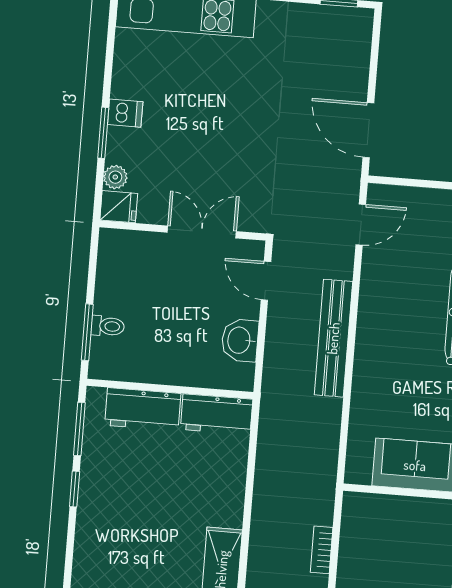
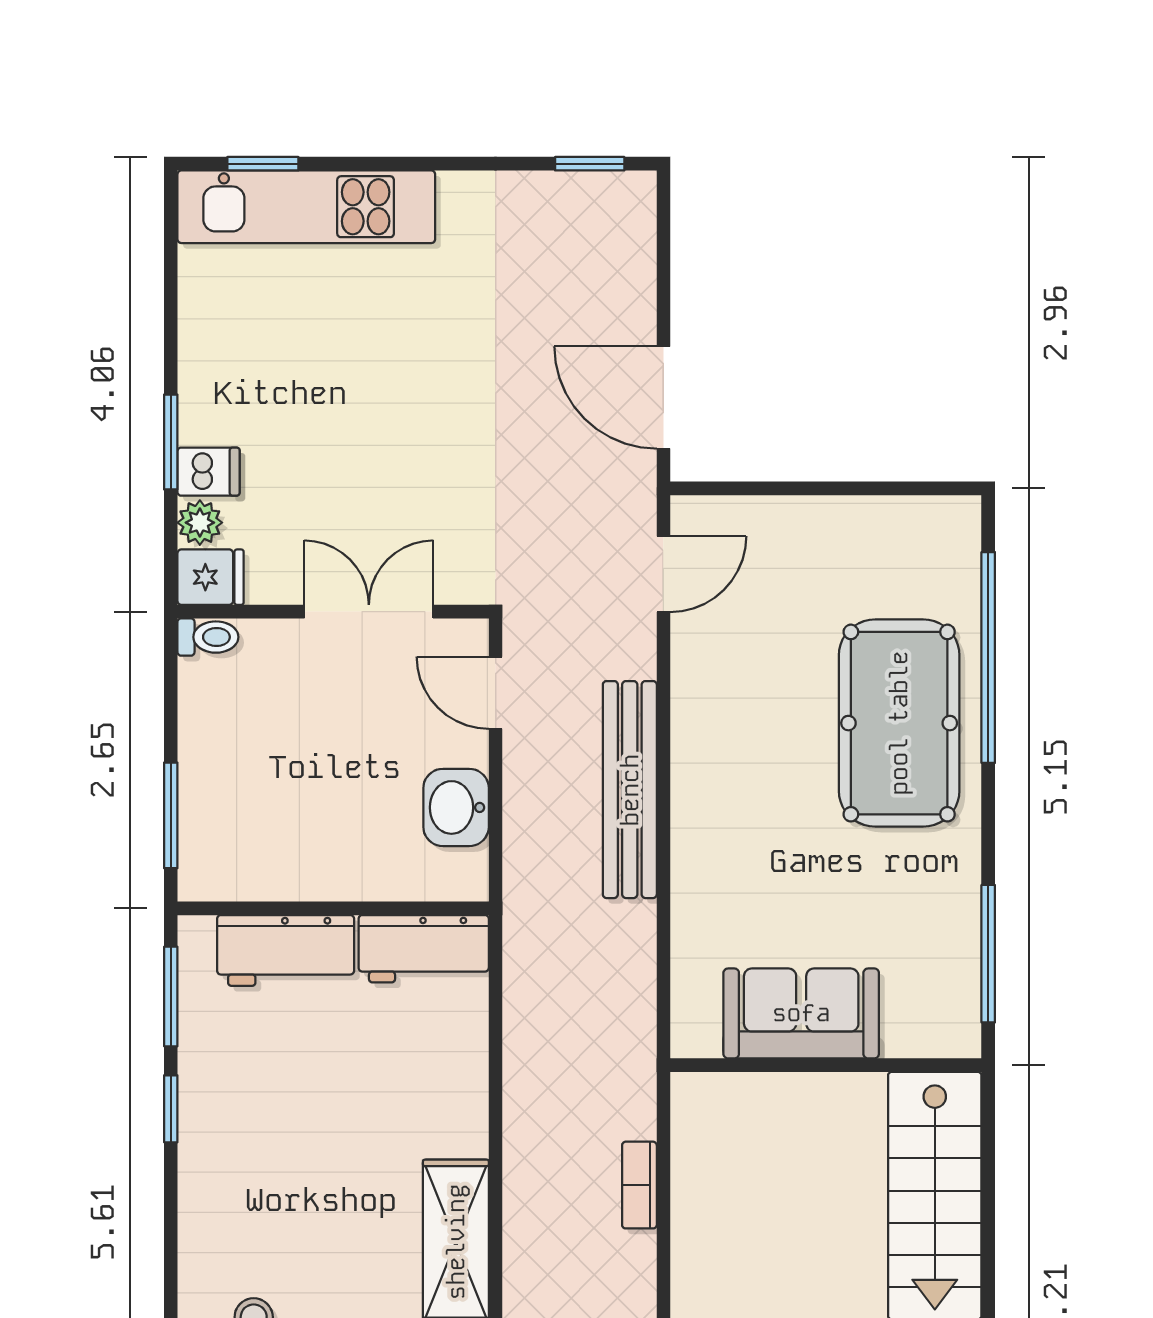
dishwasher: (125, 113) -> (209, 472), moved
toilet: (108, 326) -> (208, 637), moved

